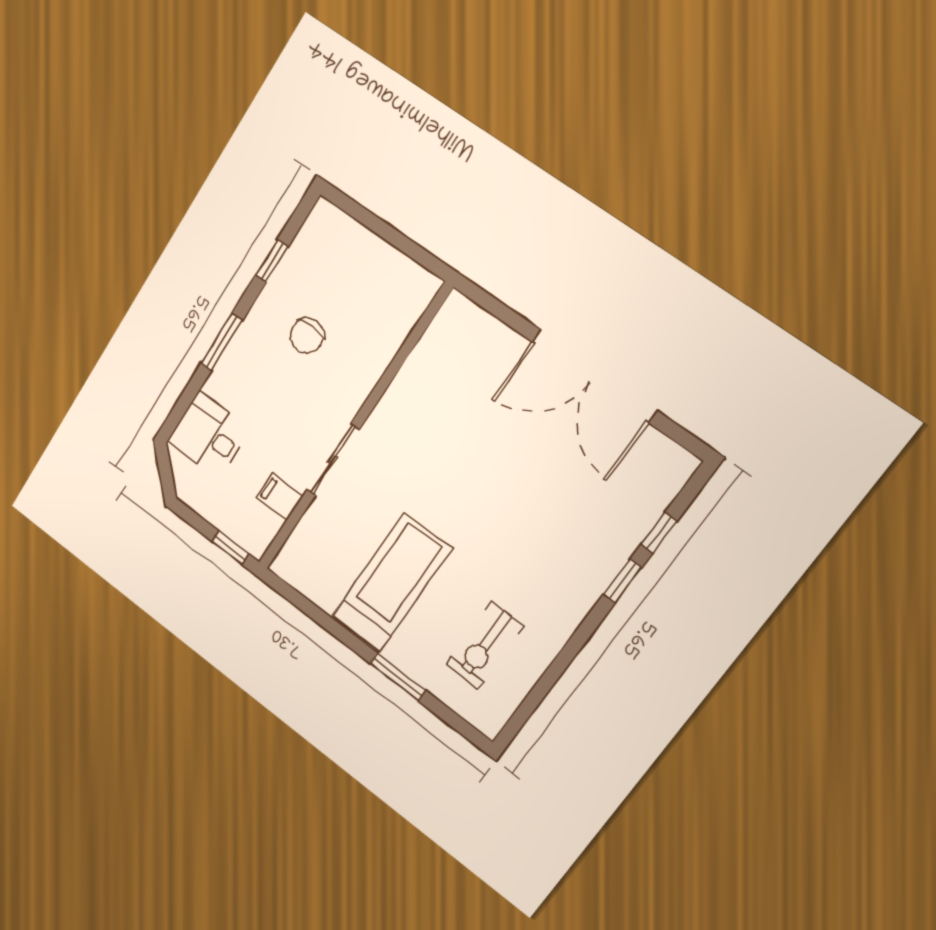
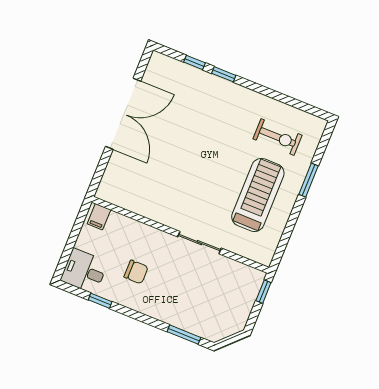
window: (222, 342) -> (184, 335), moved
desk: (209, 435) -> (84, 271), moved, turned 90
filing cabinet: (280, 497) -> (99, 217), moved
treadmill: (392, 583) -> (258, 195), turned 90

